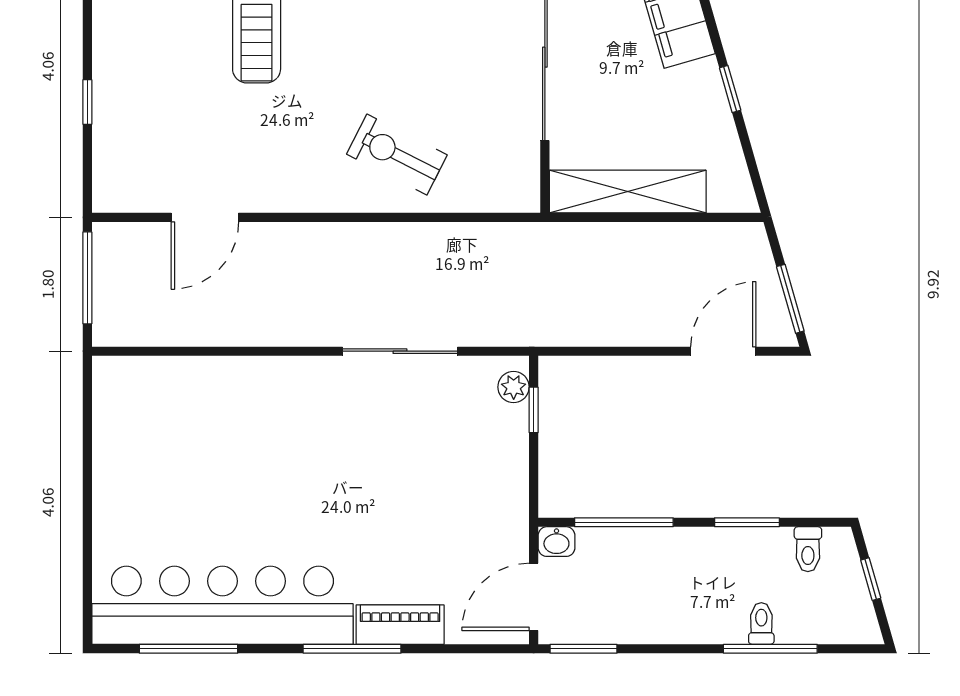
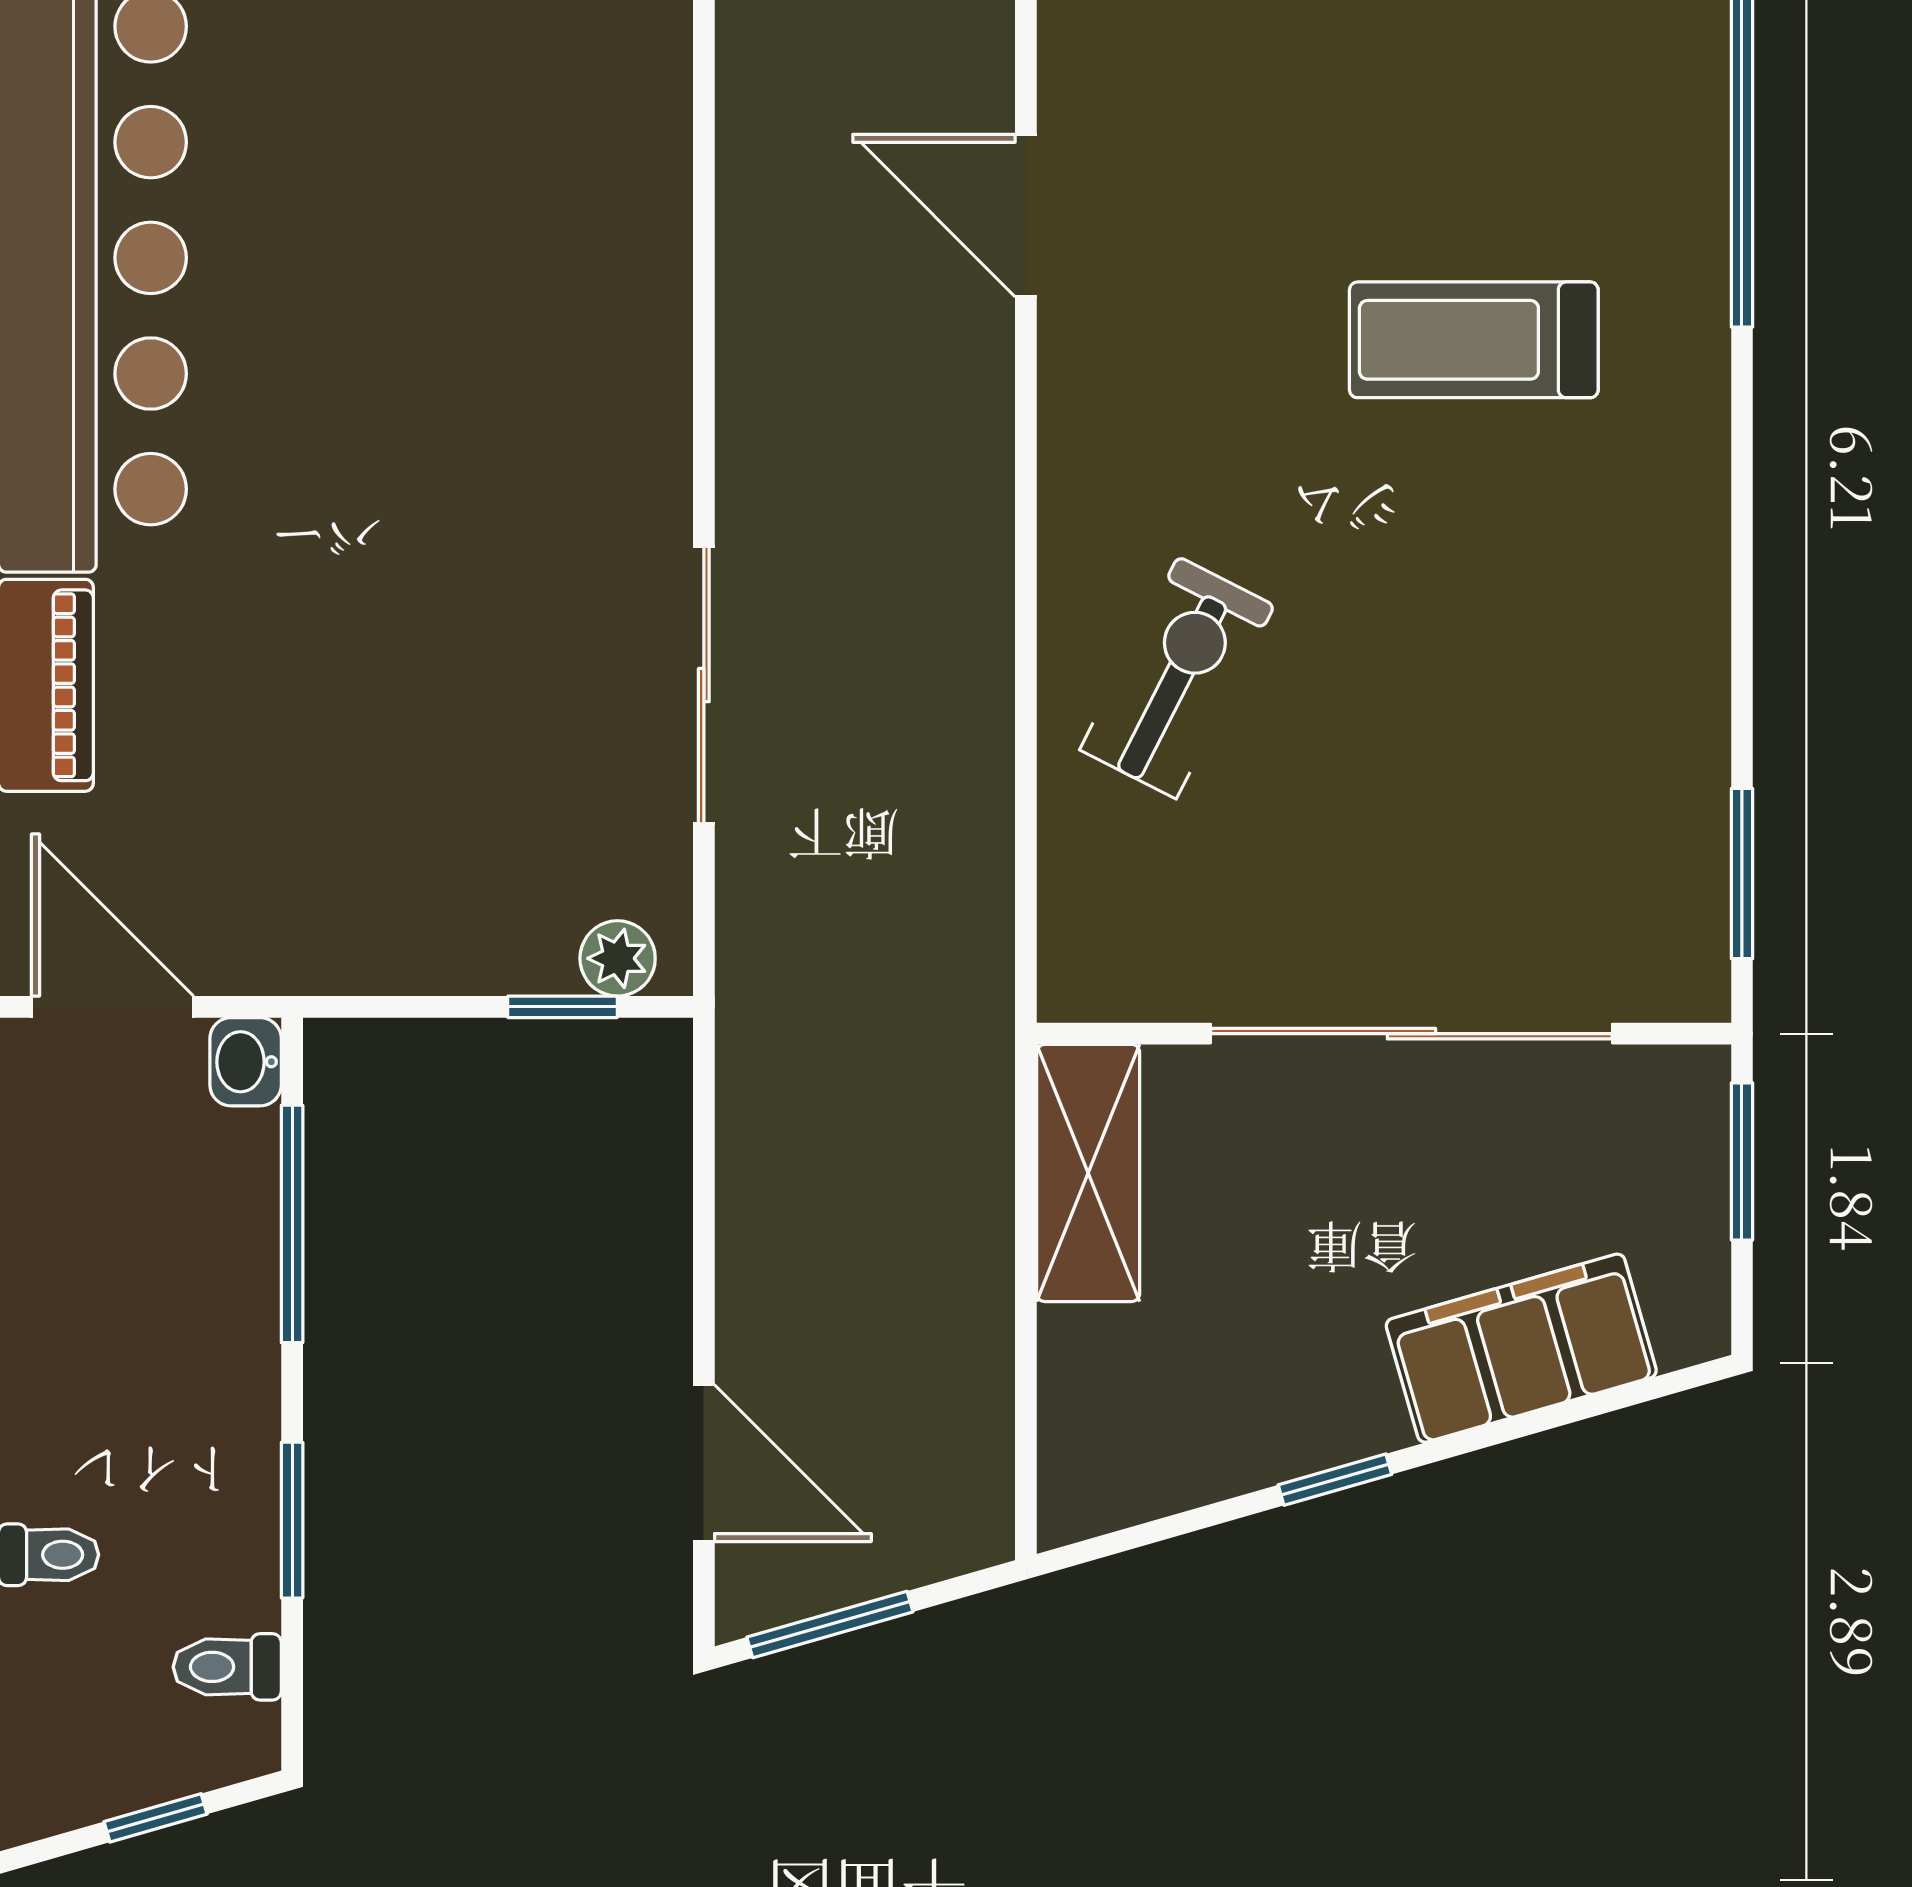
shelving: (628, 192) -> (1088, 1173), width x0.68

